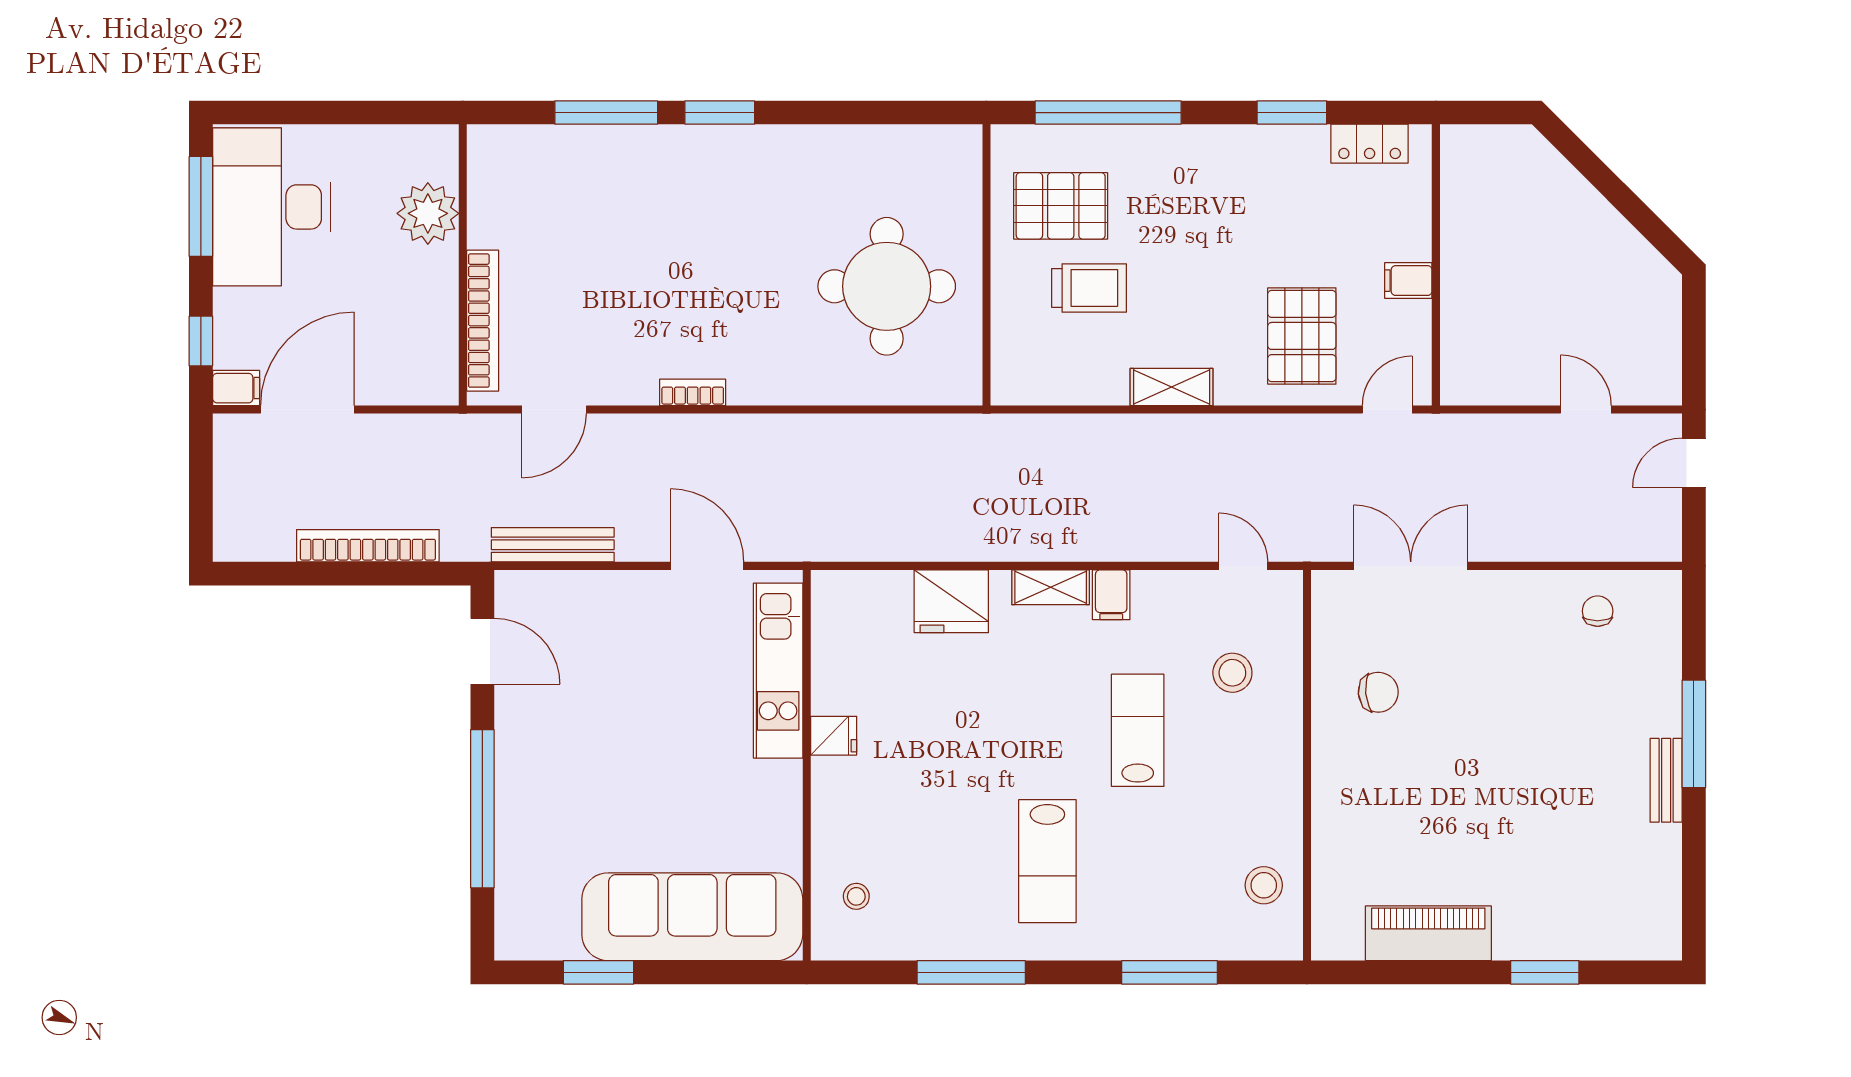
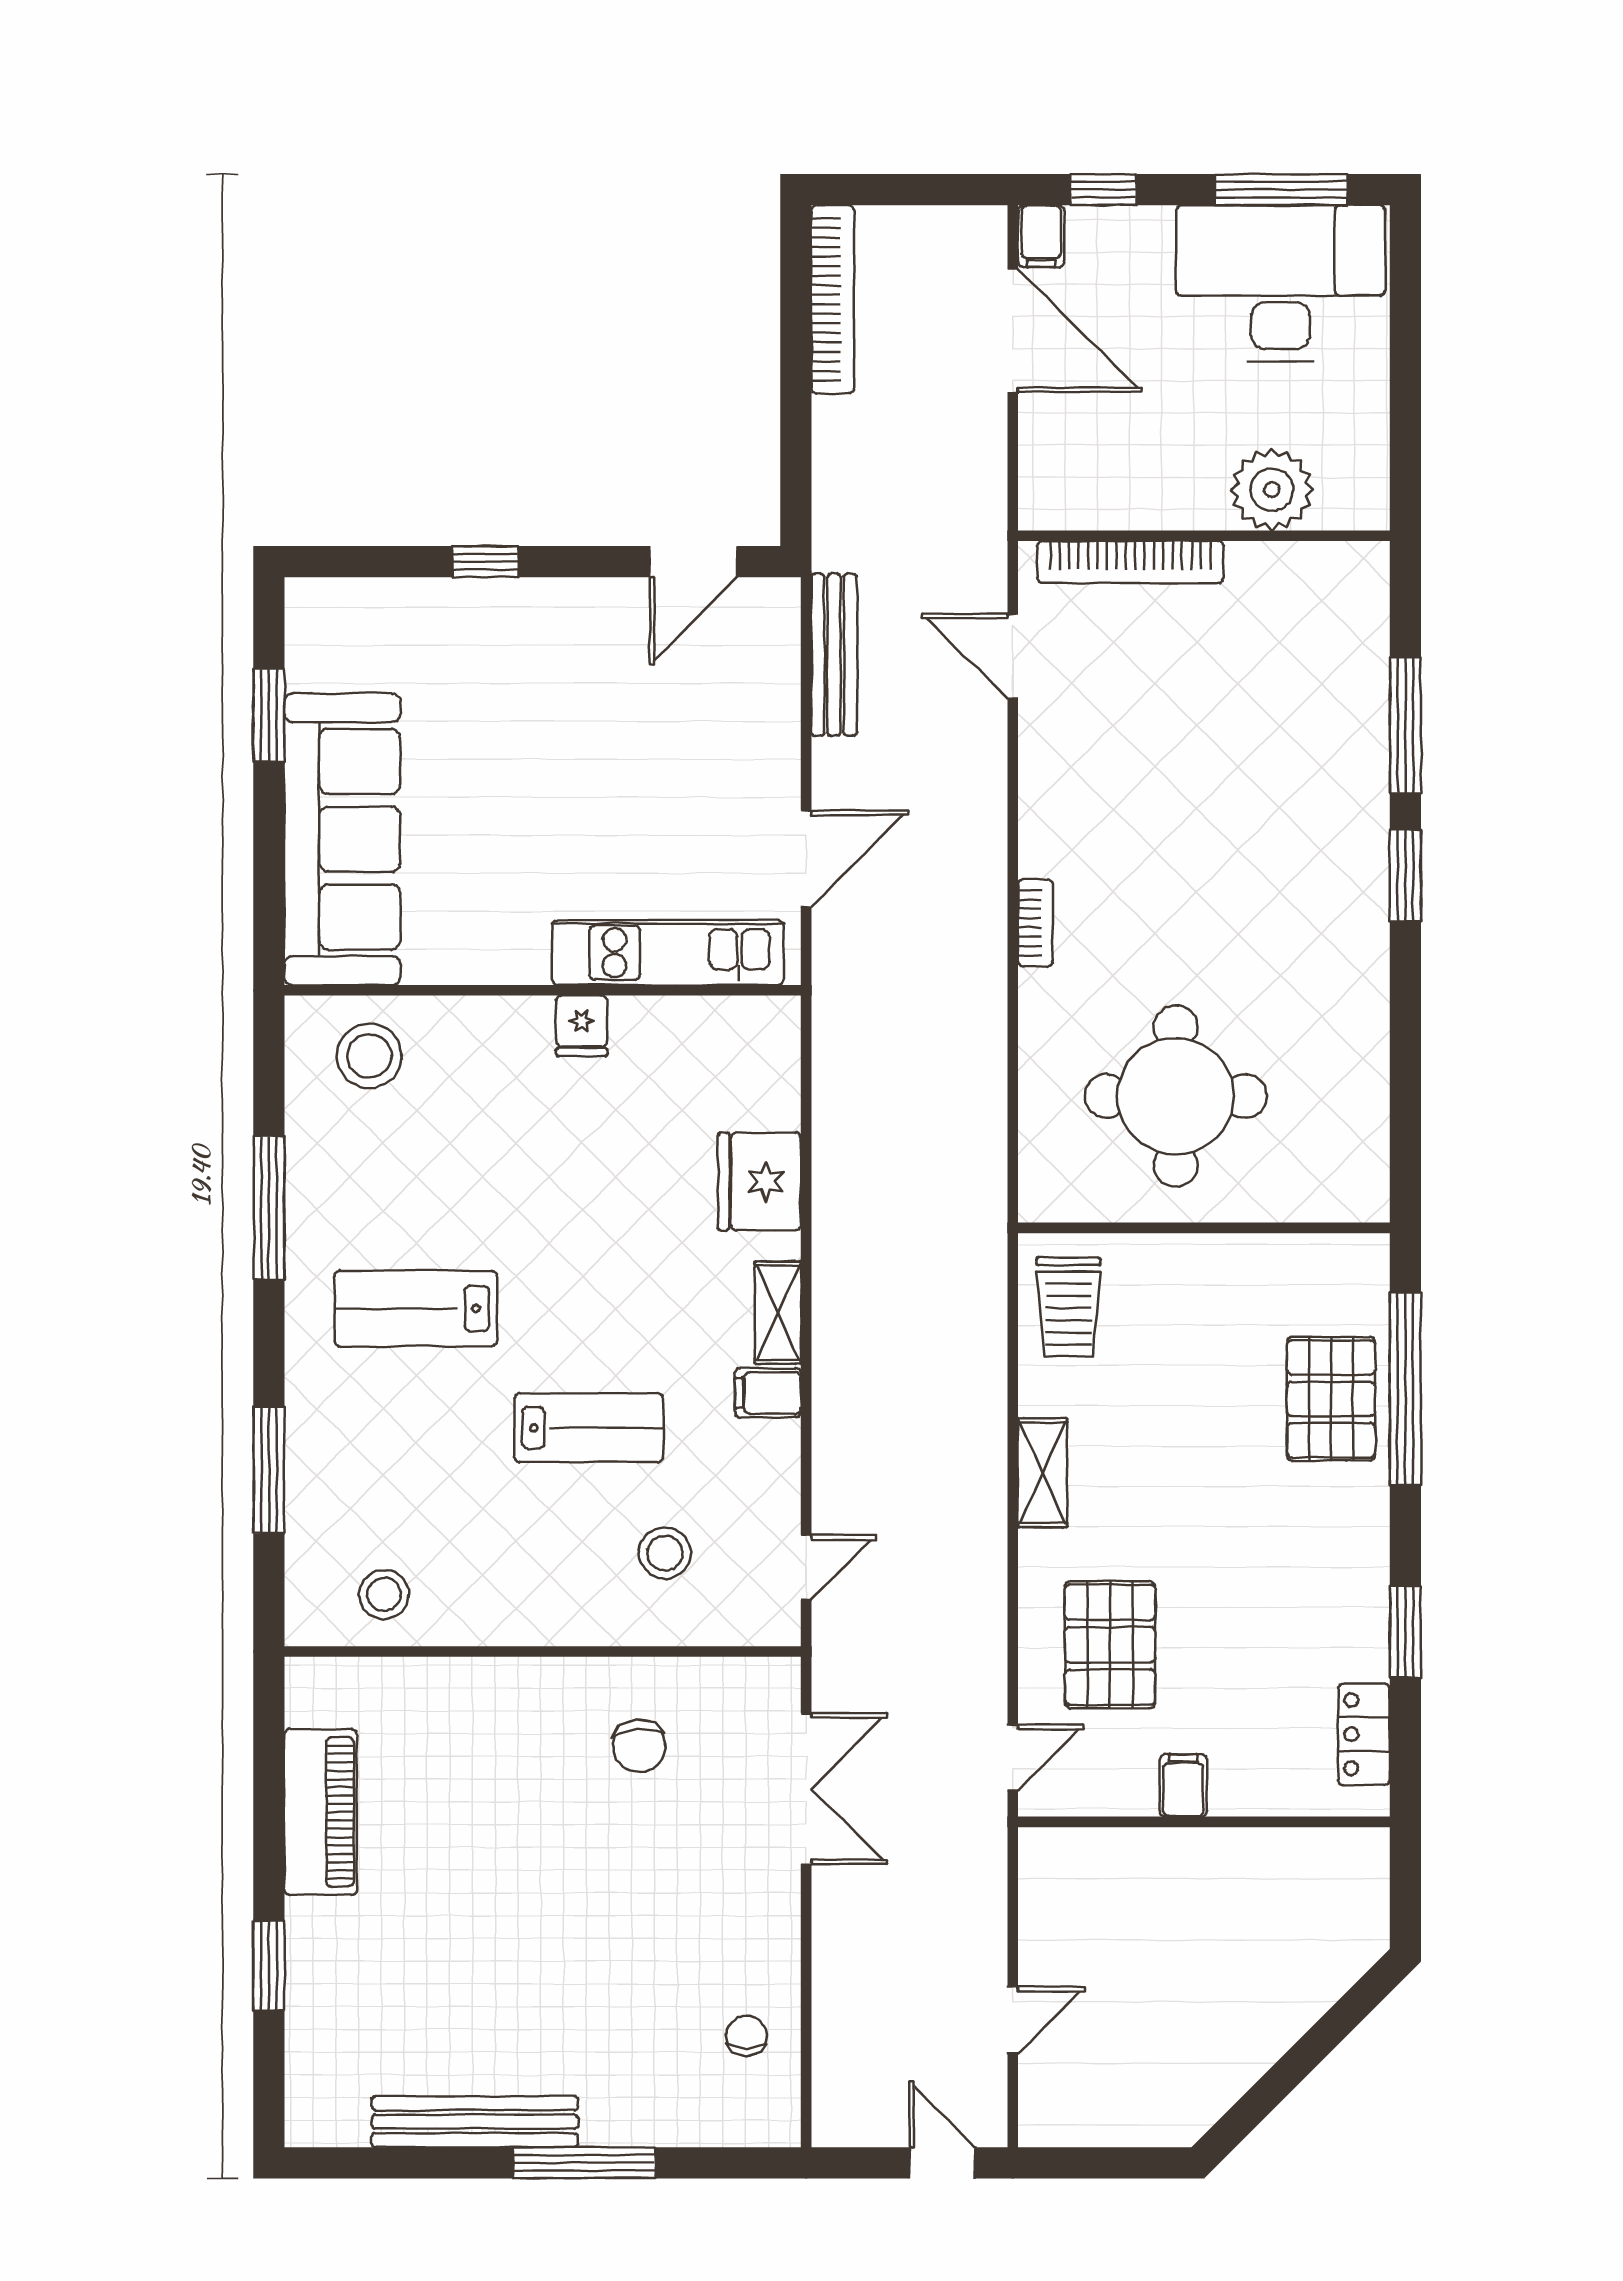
pallet: (1061, 206) -> (1331, 1399), moved
trolley: (1089, 288) -> (1068, 1307), moved
pallet: (1302, 336) -> (1110, 1645), turned 90
bookcase: (693, 392) -> (1035, 923), moved
door: (1387, 410) -> (1013, 1758), hinge flipped
bookcase: (368, 546) -> (833, 299), moved
chair: (1598, 611) -> (746, 2036), turned -90
bench: (1666, 780) -> (475, 2122), width x1.86, depth x1.21
window: (482, 809) -> (485, 562), width x0.32
stool: (856, 896) -> (369, 1056), width x1.89, depth x1.89

